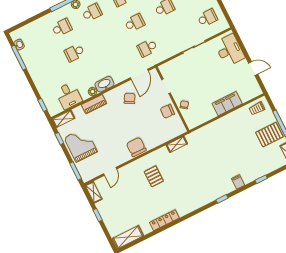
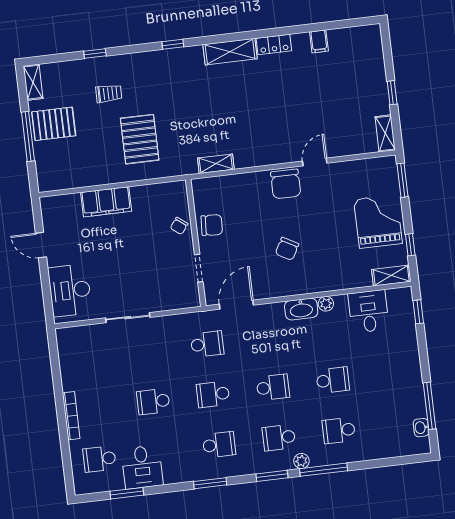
school desk: (207, 18) -> (273, 387), moved, turned 180
chair: (130, 98) -> (287, 249), moved
piano: (94, 104) -> (331, 282), removed
trolley: (257, 108) -> (109, 93), moved
grand piano: (81, 145) -> (378, 221), turned 180
door: (110, 171) -> (315, 162), moved
pallet: (154, 176) -> (140, 139), moved, width x1.50, depth x1.42
filing cabinet: (238, 182) -> (319, 41), moved
locker: (164, 220) -> (274, 44), width x0.66
shelving: (128, 237) -> (230, 52), moved

